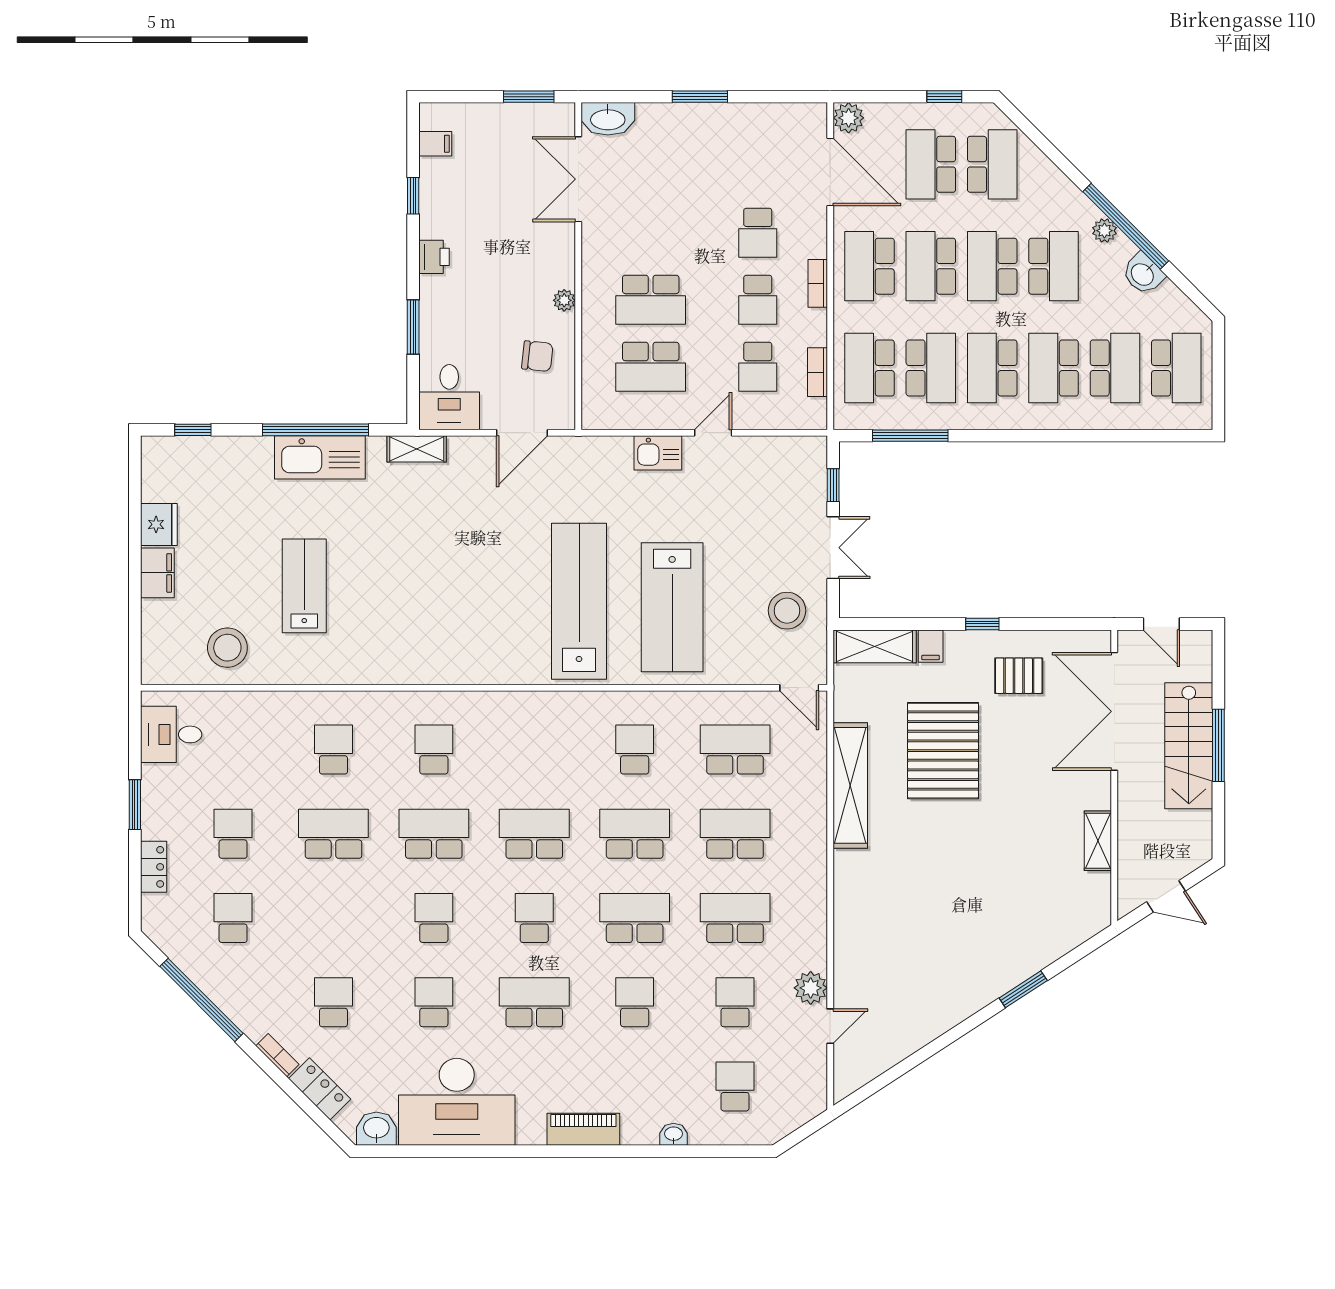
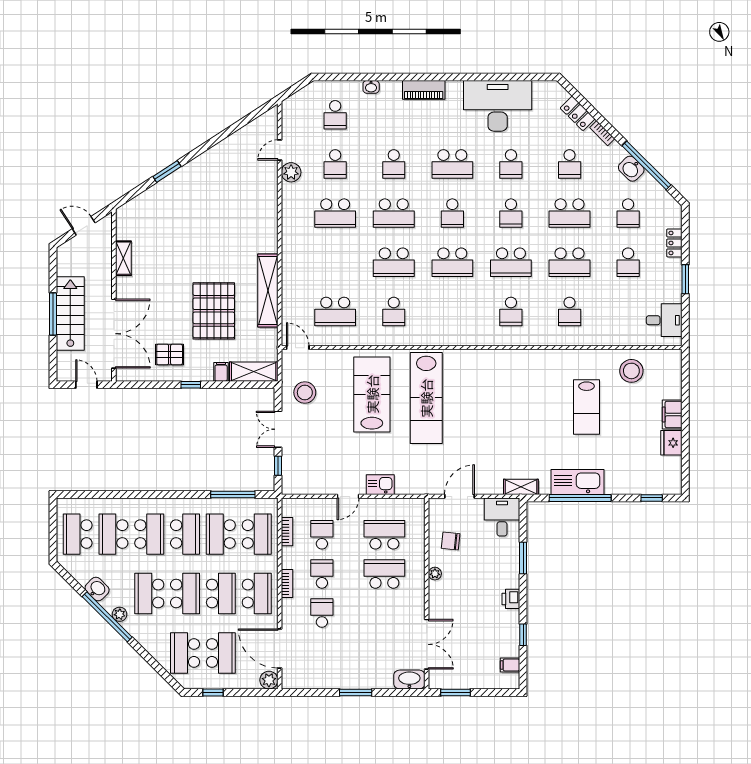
school desk: (735, 834) -> (570, 213), moved
washbasin: (376, 1129) -> (631, 169), moved, turned 45

